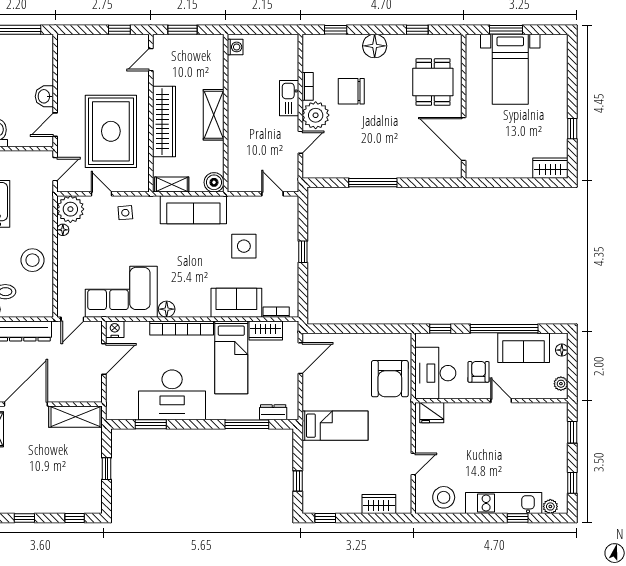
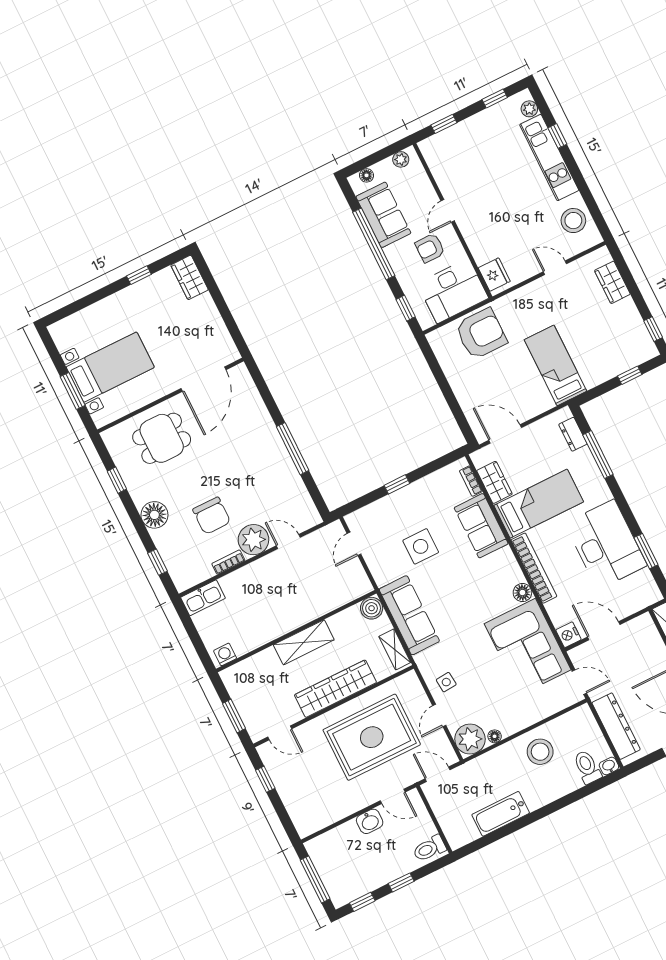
kitchen sink: (289, 98) -> (203, 598), moved

